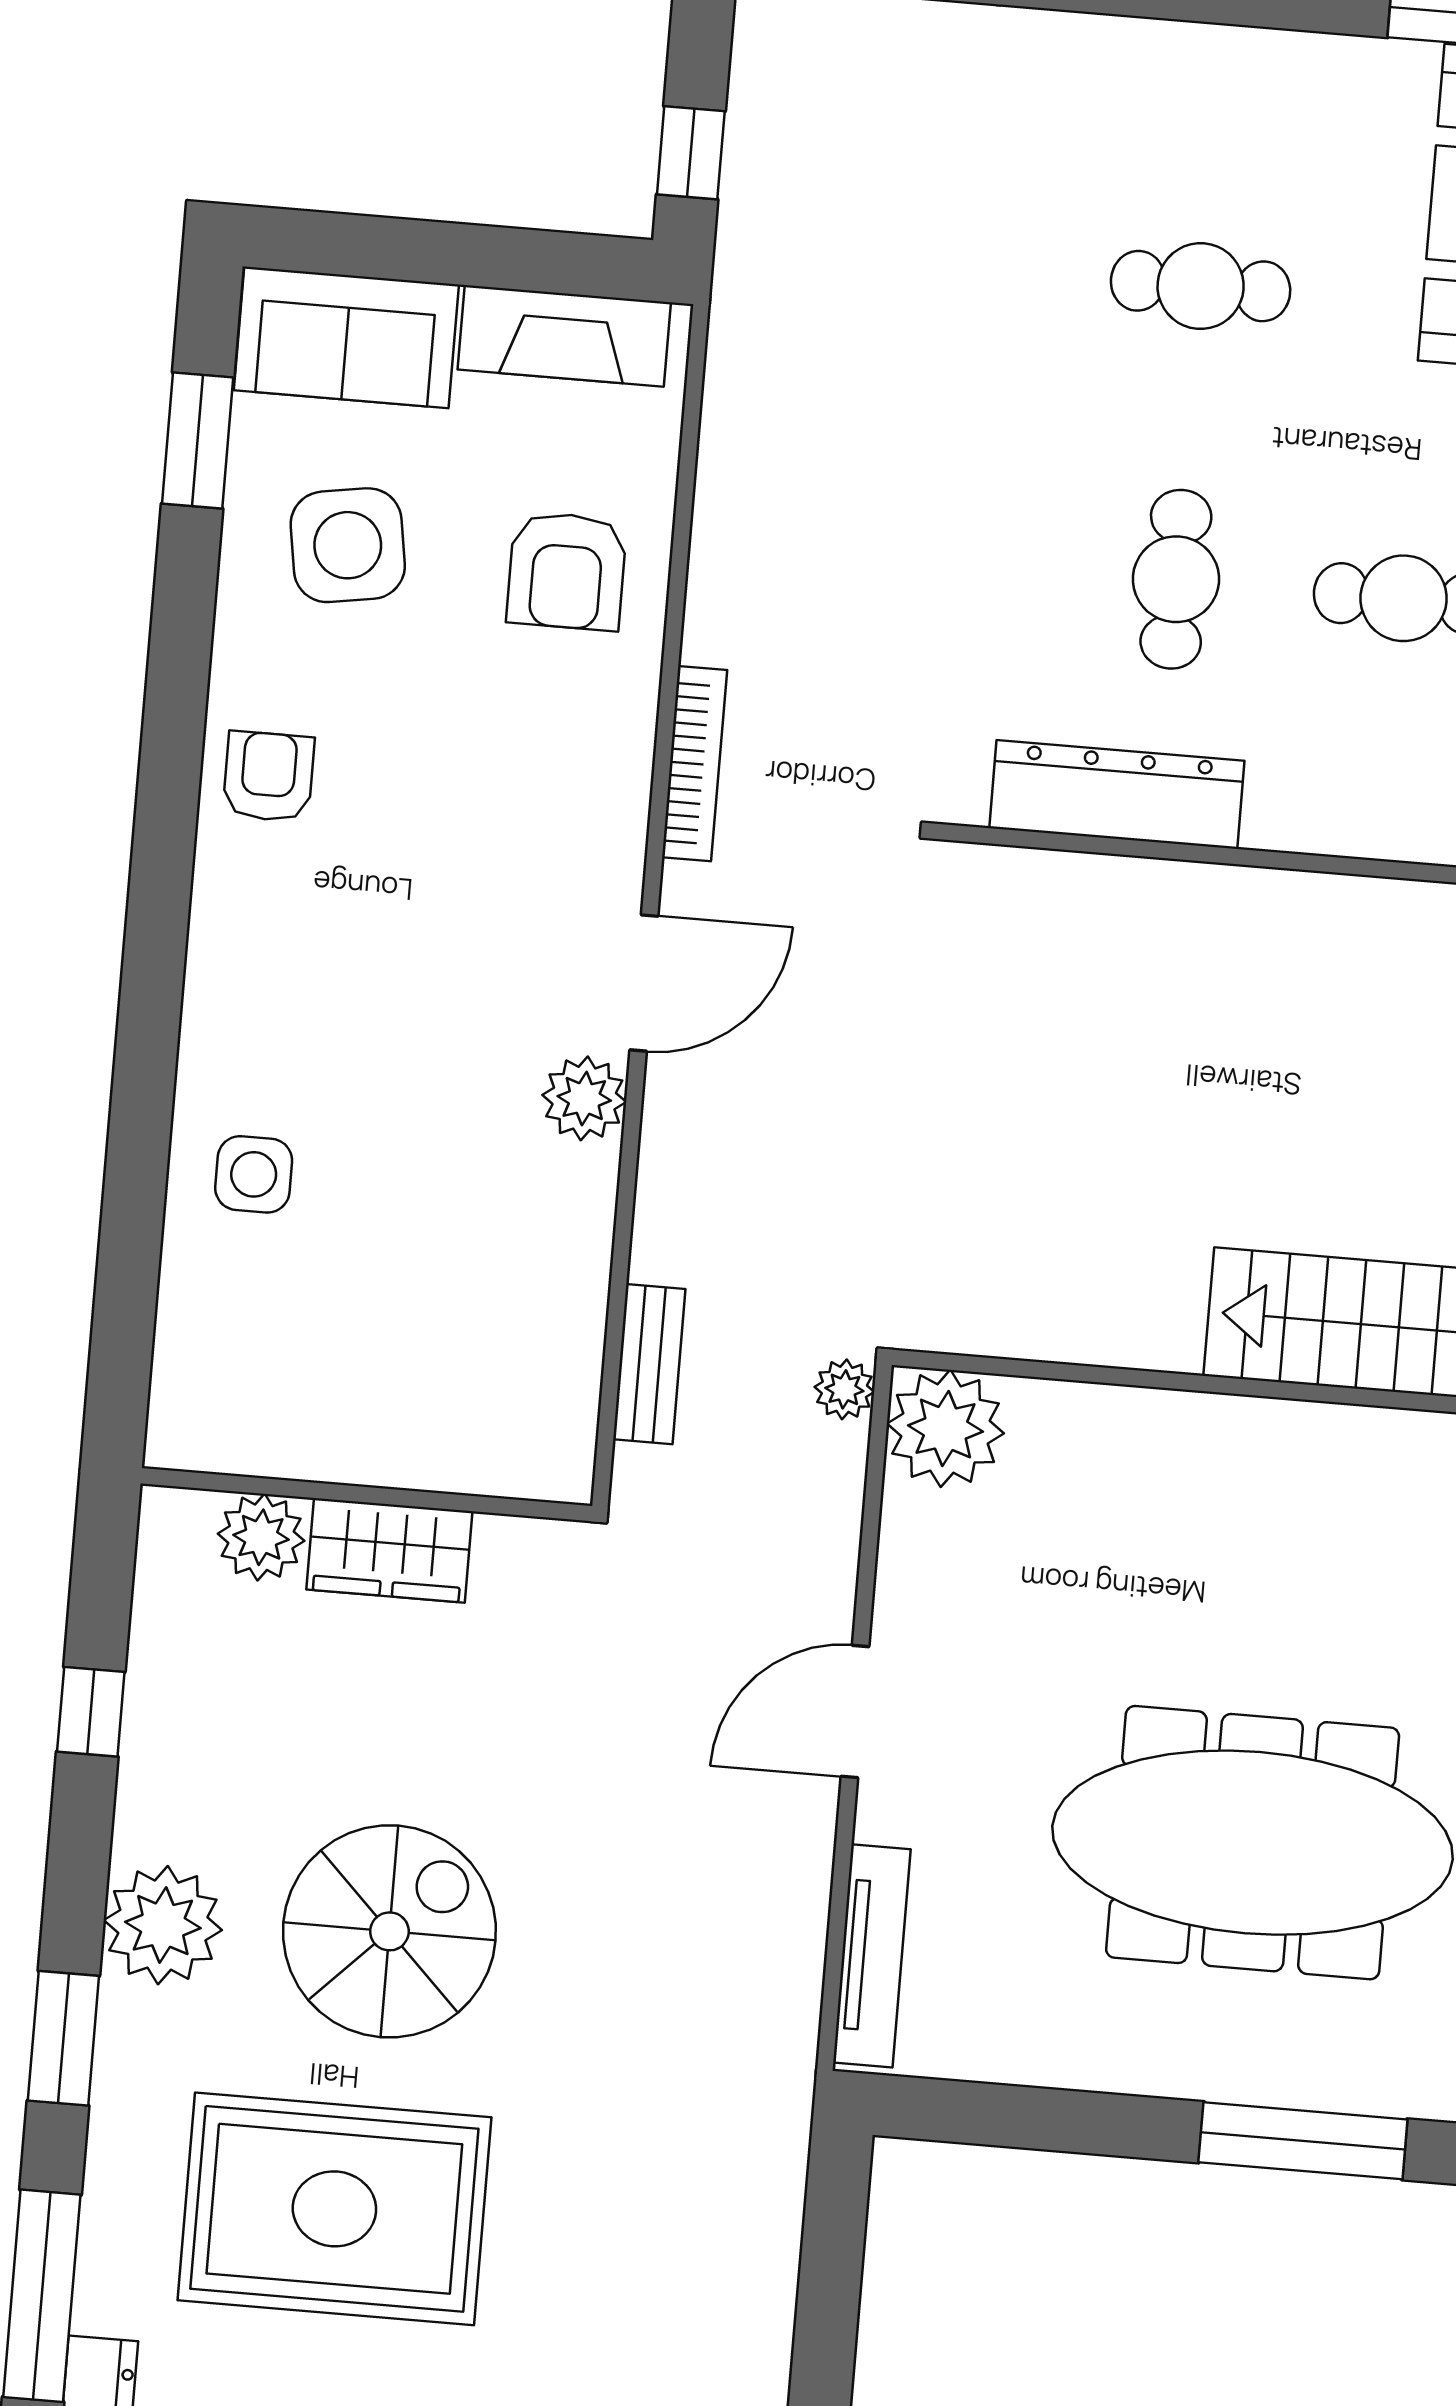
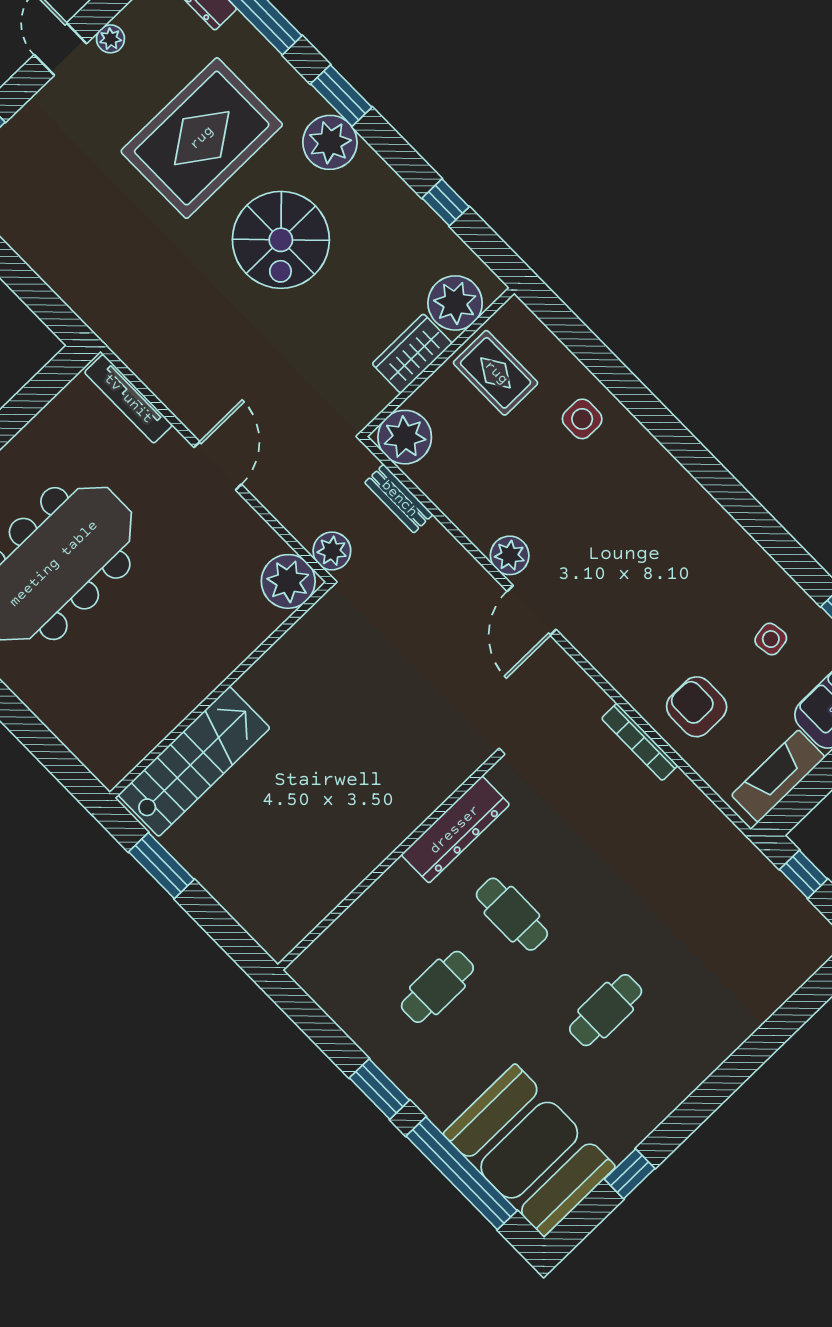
side table: (348, 545) -> (771, 639), width x0.54, depth x0.54
bookcase: (694, 764) -> (640, 742), moved
armchair: (268, 777) -> (715, 543), removed
rug: (302, 1384) -> (496, 373), added
plant: (844, 1389) -> (332, 551), width x1.38, depth x1.38
plant: (539, 1443) -> (405, 437), added
plant: (261, 1537) -> (455, 303), width x1.36, depth x1.36
plant: (163, 1925) -> (330, 142), moved

